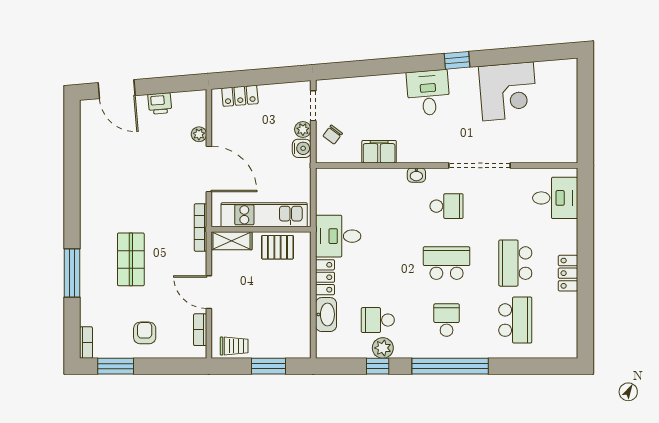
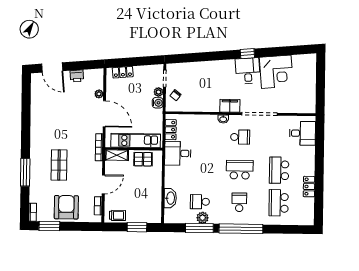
desk: (428, 93) -> (248, 71), moved
filing cabinet: (379, 152) -> (230, 106), moved
locker: (568, 273) -> (309, 187), moved
locker: (325, 277) -> (171, 130), moved
door: (209, 292) -> (103, 184), swing flipped
school desk: (515, 320) -> (279, 203), turned 180
armchair: (145, 333) -> (66, 207), width x1.88, depth x1.88
window: (378, 366) -> (199, 228), width x2.17

